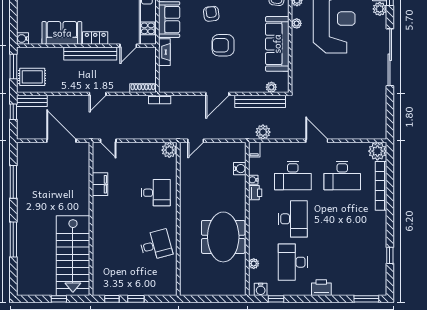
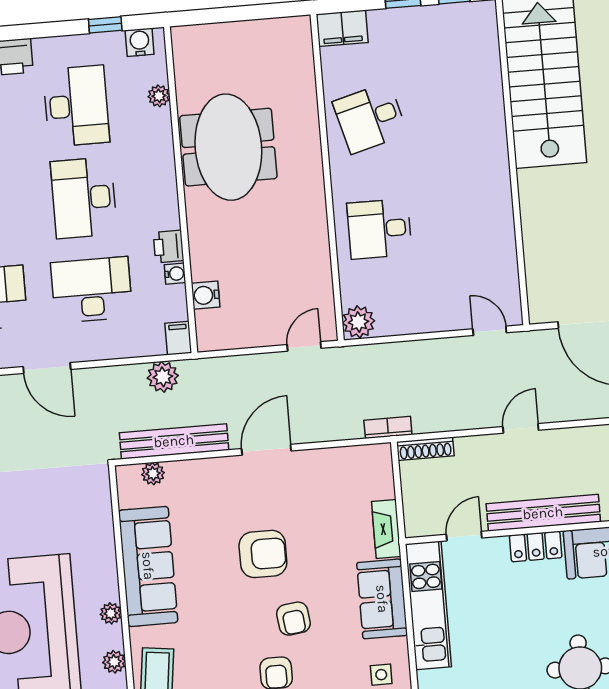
filing cabinet: (100, 184) -> (342, 28), moved, turned -90

